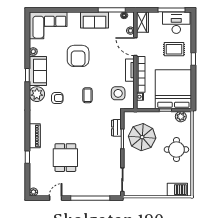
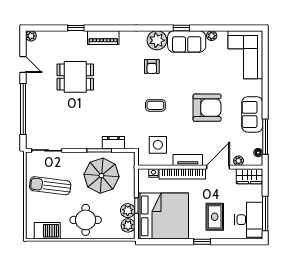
armchair: (78, 56) -> (207, 108), moved, turned 180
plant: (169, 117) -> (128, 211), added
sun lounger: (150, 177) -> (50, 186), added
barbecue: (177, 190) -> (47, 231), moved, turned -90

